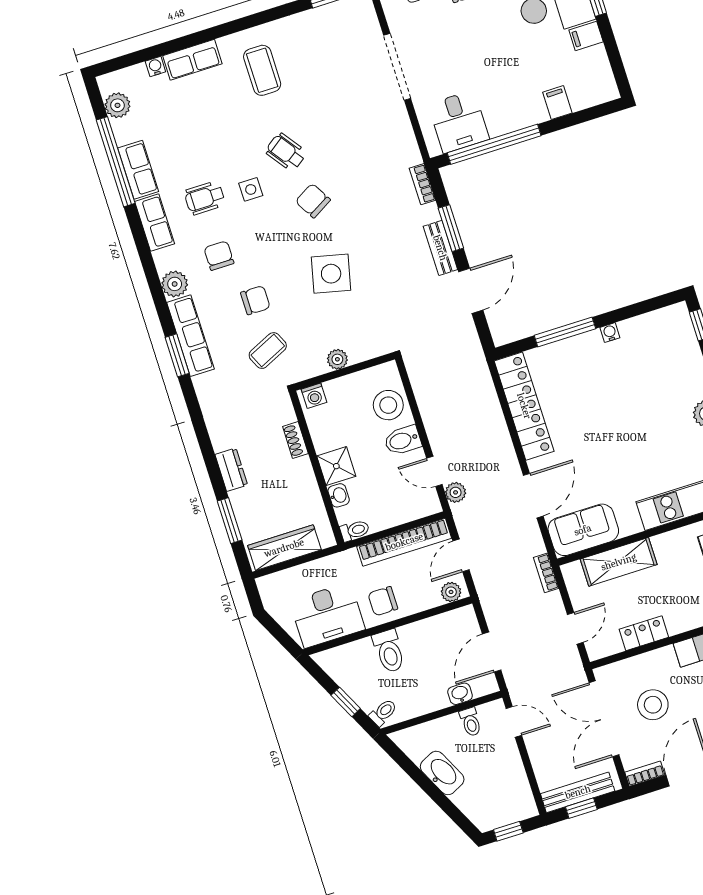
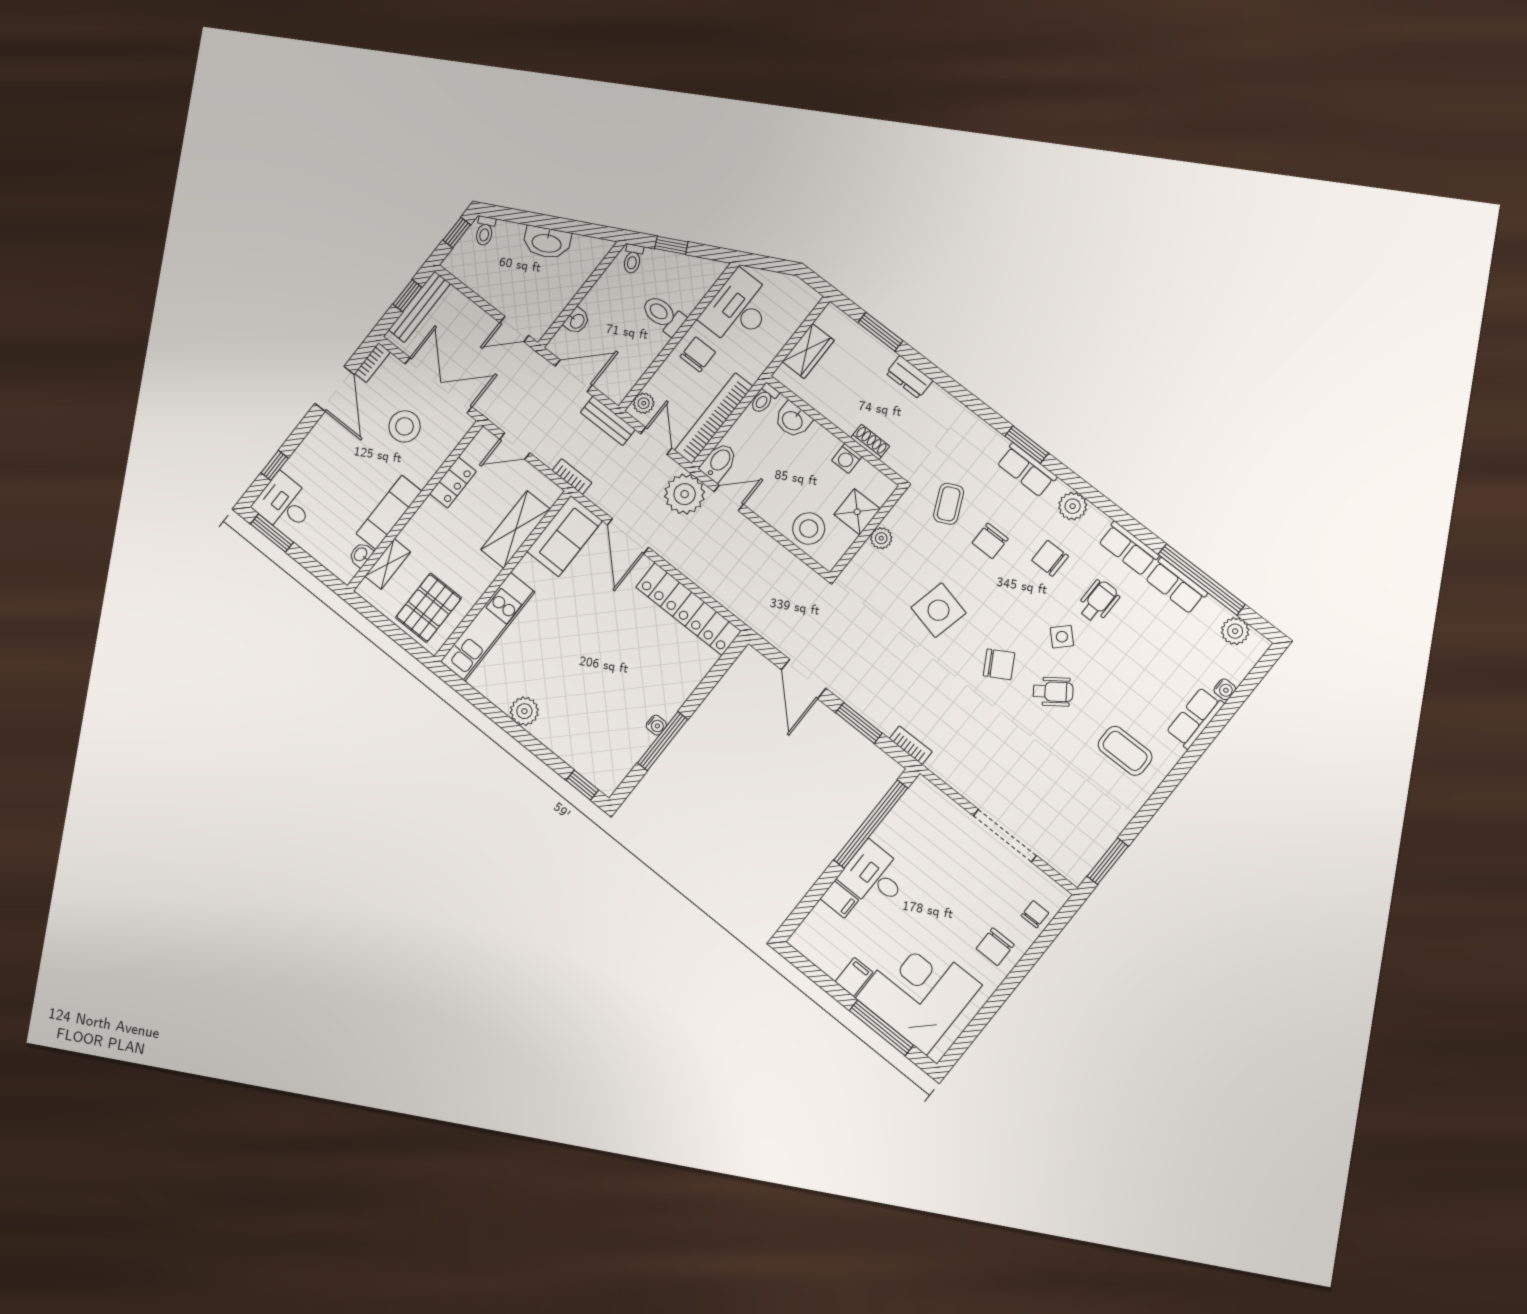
desk: (459, 122) -> (874, 876), moved
side table: (251, 189) -> (1062, 637), turned 45
bench: (440, 248) -> (608, 421), moved
chair: (219, 256) -> (1050, 558), turned 180
window: (565, 332) -> (663, 741), moved
row of seats: (190, 336) -> (1027, 470), width x0.68
washing machine: (314, 396) -> (847, 458), moved, turned -90
bidet: (403, 440) -> (719, 462), moved
shower: (336, 466) -> (857, 512), moved
plant: (456, 492) -> (685, 494), width x1.87, depth x1.87
washbasin: (339, 495) -> (793, 420), width x1.38, depth x1.45
wardrobe: (284, 548) -> (808, 351), width x0.67
door: (575, 628) -> (515, 446), hinge flipped
door: (492, 652) -> (574, 376), hinge flipped
toilet: (471, 722) -> (485, 231), moved, turned -117

